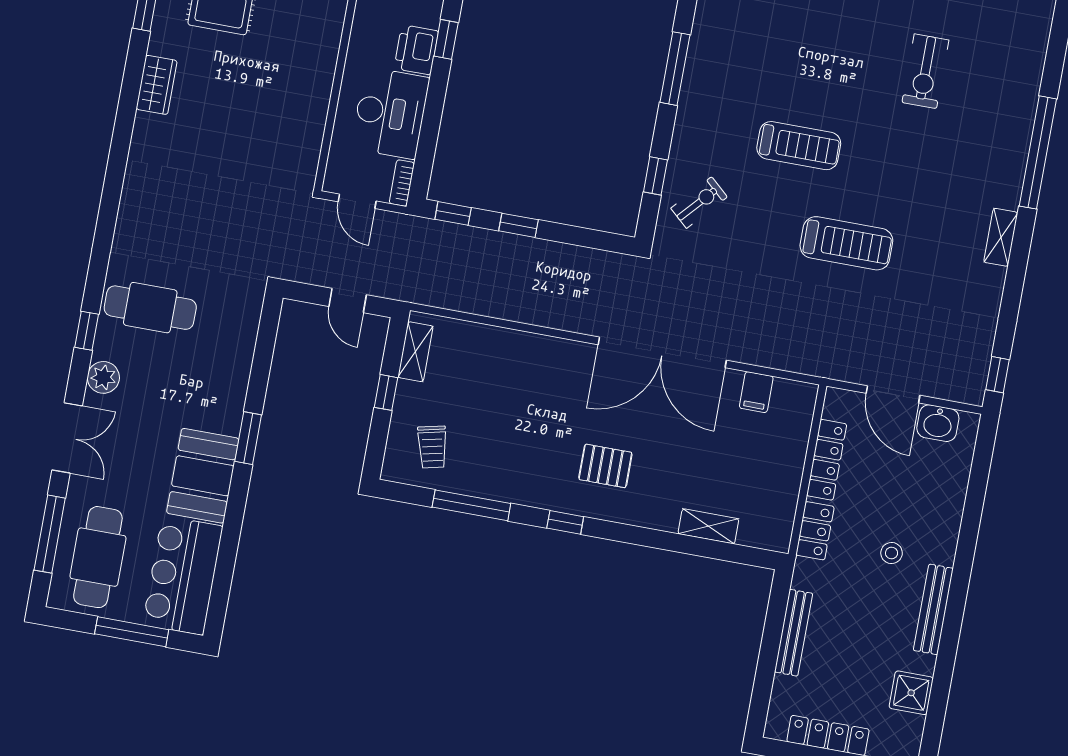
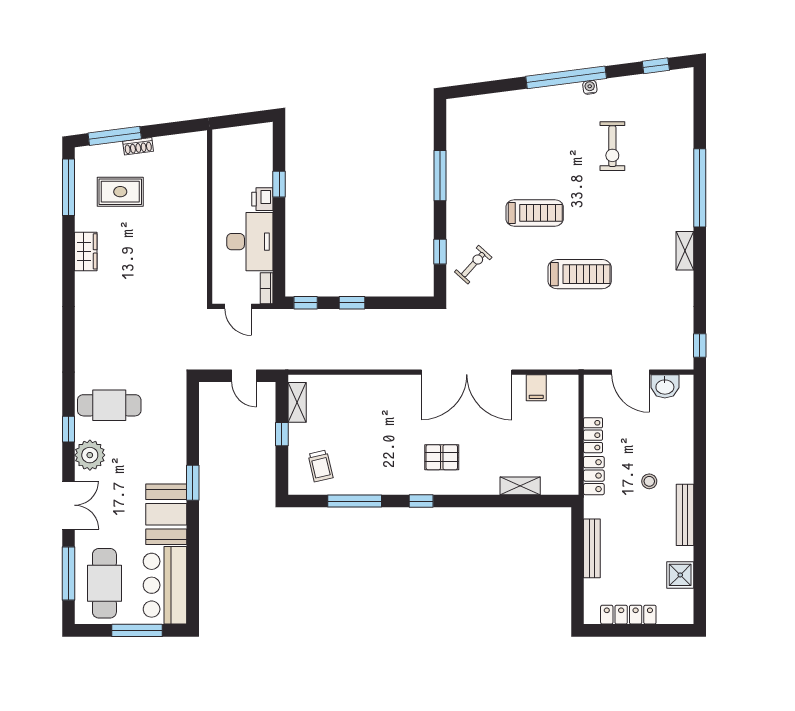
printer: (416, 50) -> (262, 199), width x0.73, depth x0.81
plant: (103, 377) -> (90, 455), width x1.36, depth x1.36
locker: (827, 460) -> (593, 435), width x0.66

